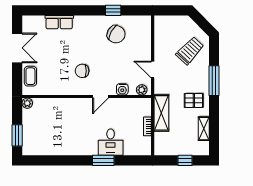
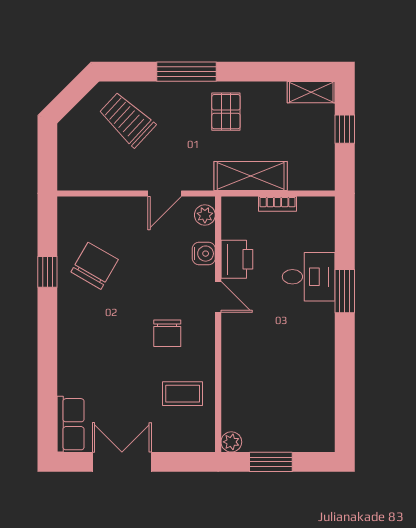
row of seats: (59, 22) -> (71, 424), moved
coffee table: (30, 76) -> (183, 394), moved
printer: (119, 106) -> (237, 259), added
shelving: (204, 129) -> (311, 92), moved
window: (17, 135) -> (271, 462), moved

